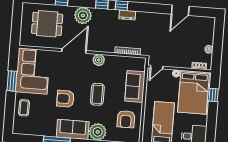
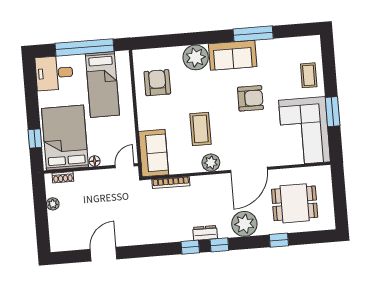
dresser: (127, 15) -> (205, 233), moved
sofa: (135, 86) -> (154, 153), moved
coffee table: (97, 94) -> (200, 129), moved

